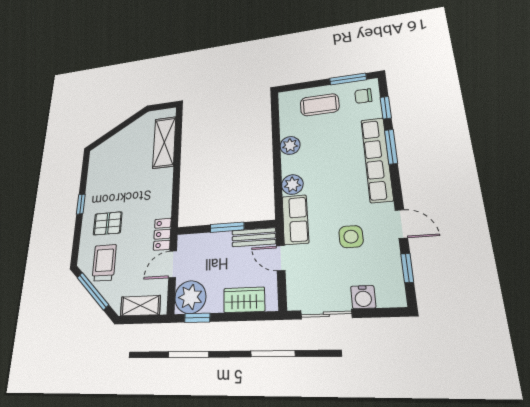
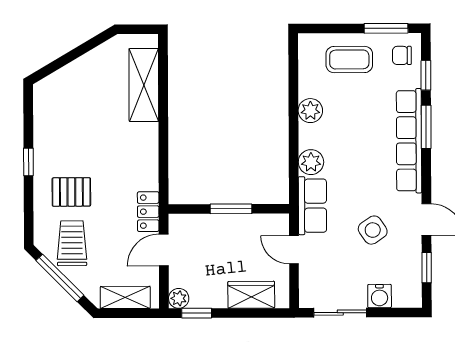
bench: (254, 237) -> (263, 223), removed
side table: (351, 237) -> (373, 230), turned -34
plant: (190, 297) -> (179, 298), width x0.53, depth x0.53

